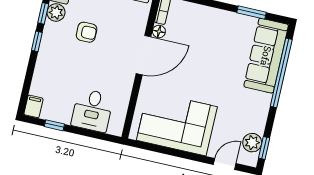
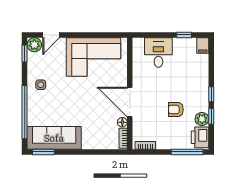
window: (251, 12) -> (43, 152), moved
door: (143, 55) -> (130, 102), hinge flipped
sofa: (266, 56) -> (54, 138), moved, turned -90
side table: (253, 103) -> (41, 85), added
plant: (252, 143) -> (34, 45), moved

